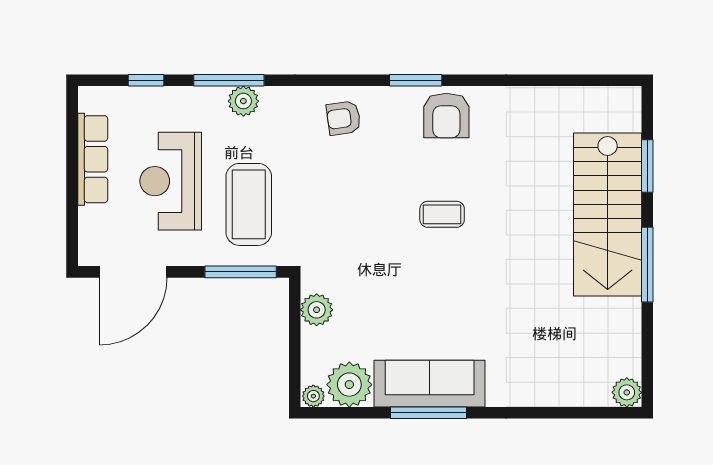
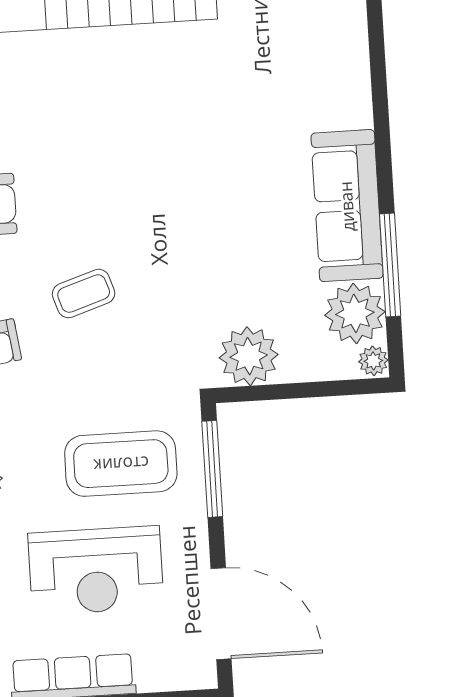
coffee table: (442, 214) -> (84, 294), moved, turned 72
plant: (317, 310) -> (249, 356), width x1.36, depth x1.36
window: (429, 413) -> (390, 265), moved

